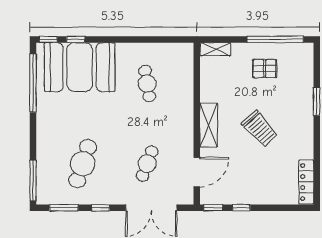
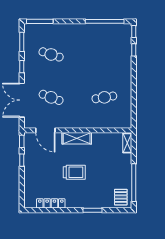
booth: (80, 67) -> (115, 52), removed
pallet: (265, 69) -> (121, 197), moved
trolley: (260, 129) -> (74, 172), turned -138
cafe table: (83, 164) -> (51, 54), width x0.73, depth x0.74
locker: (306, 182) -> (51, 203), moved

